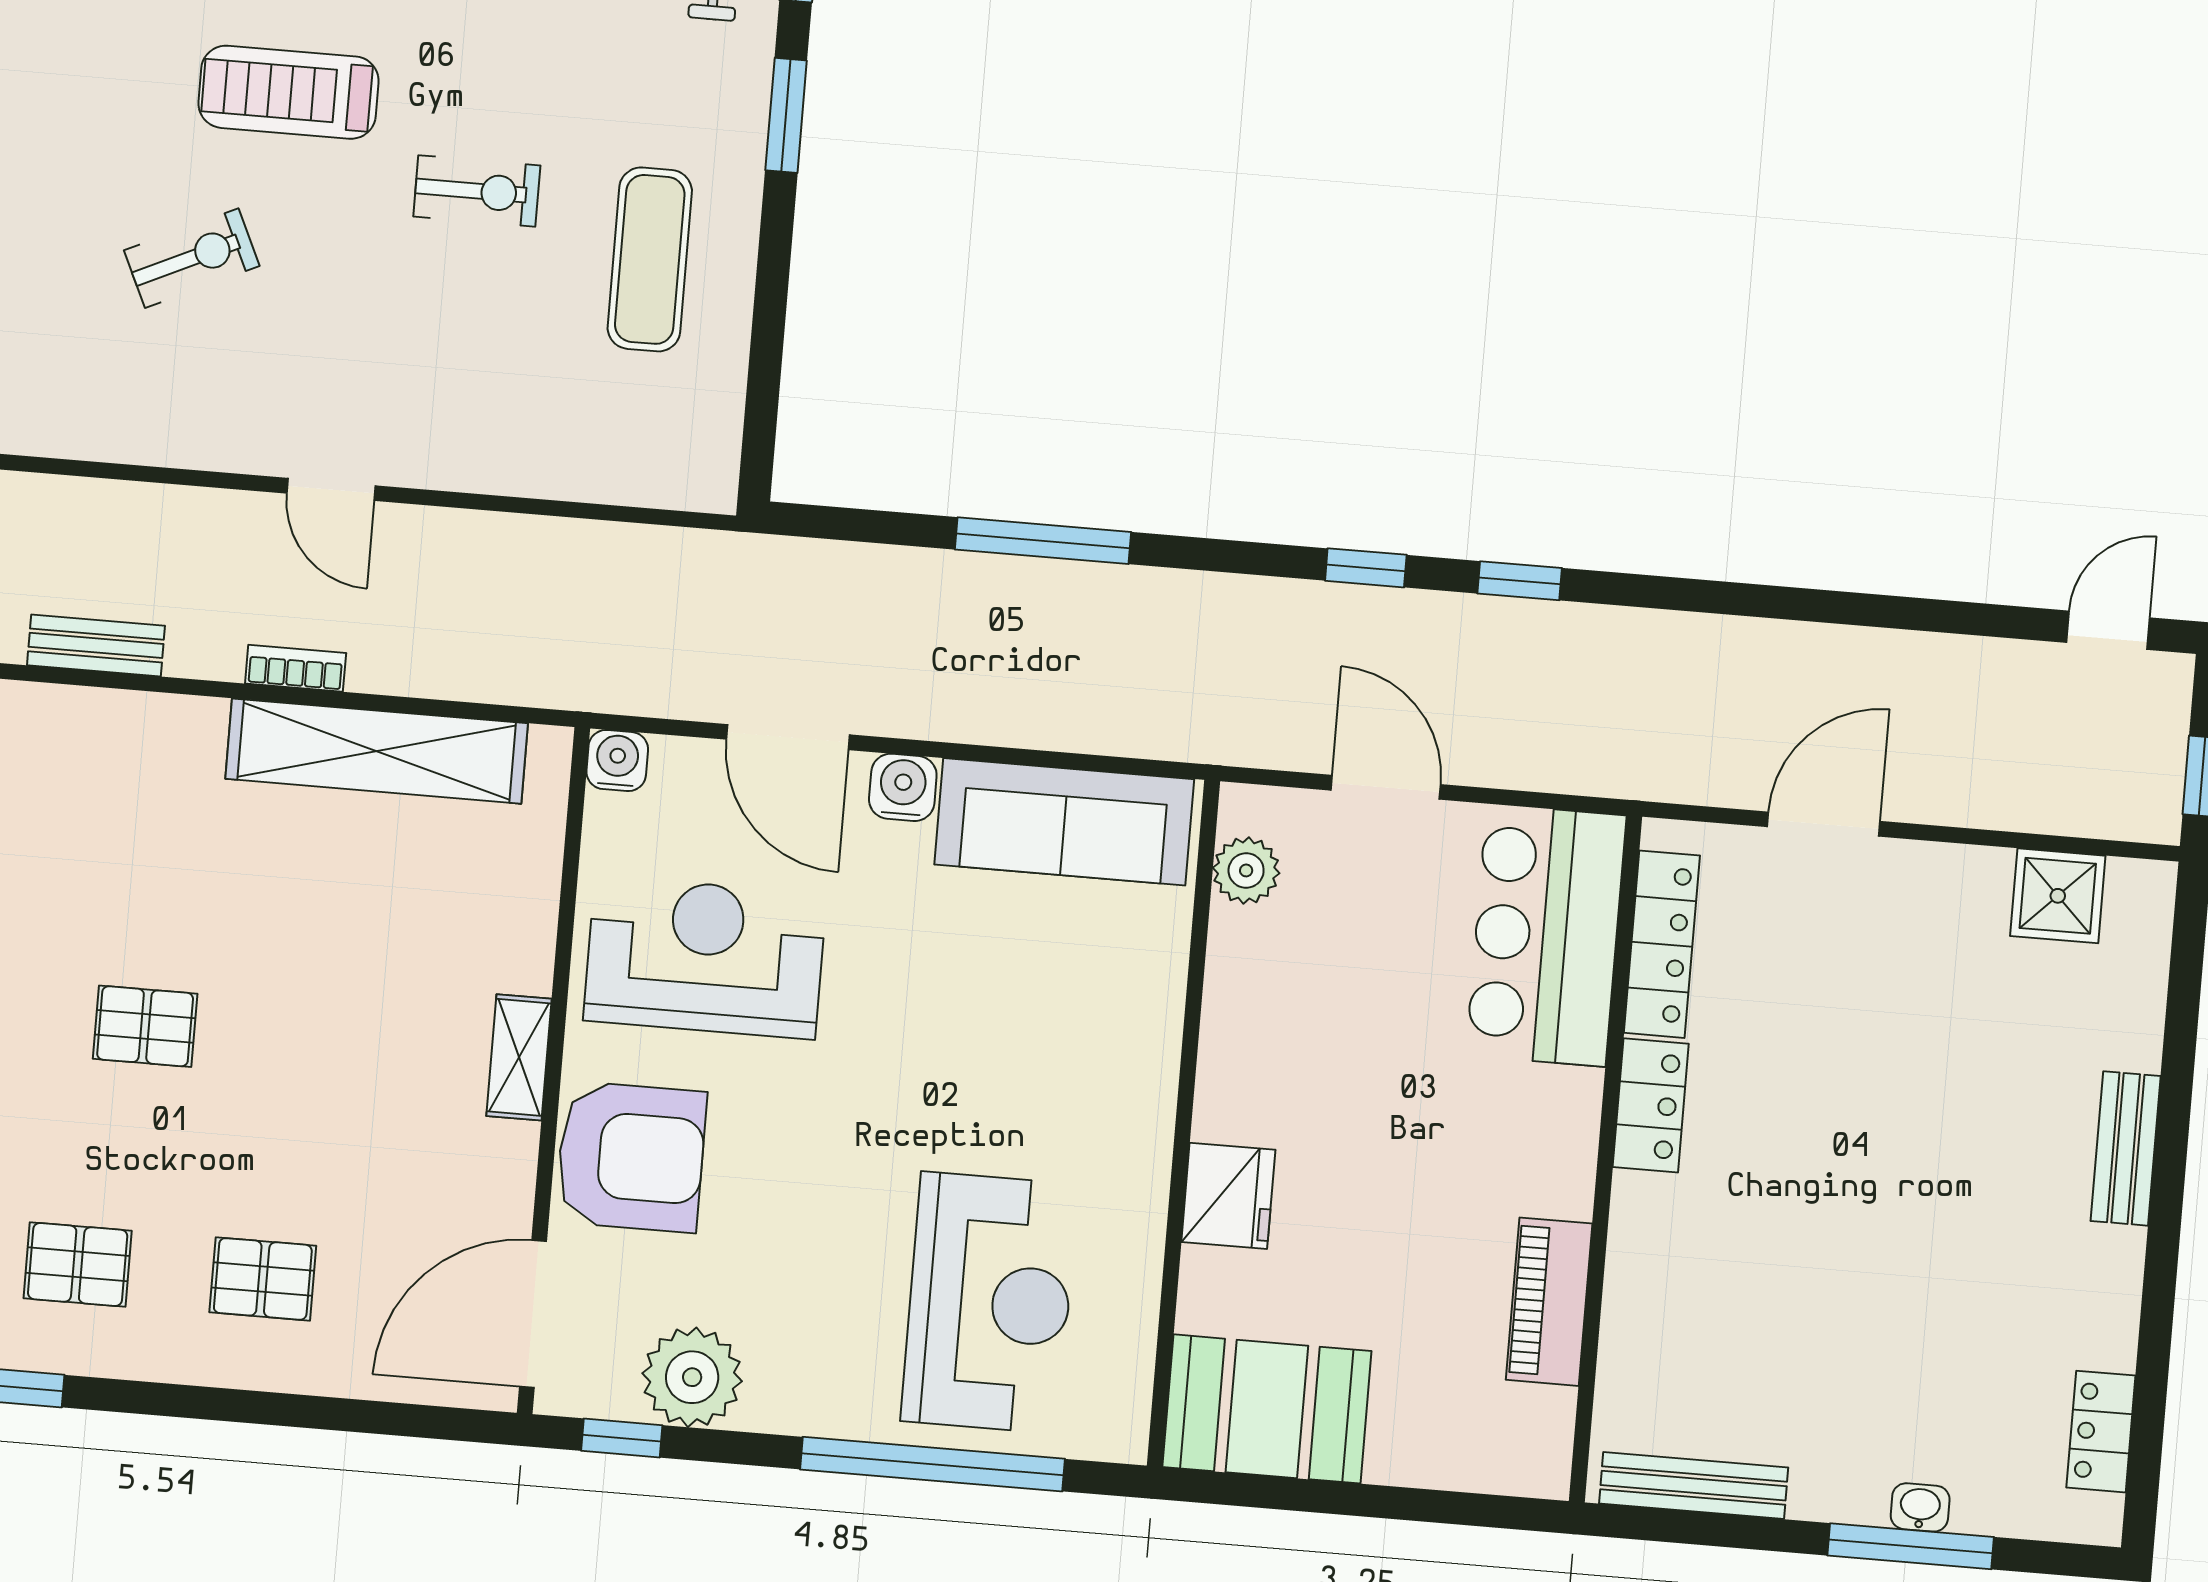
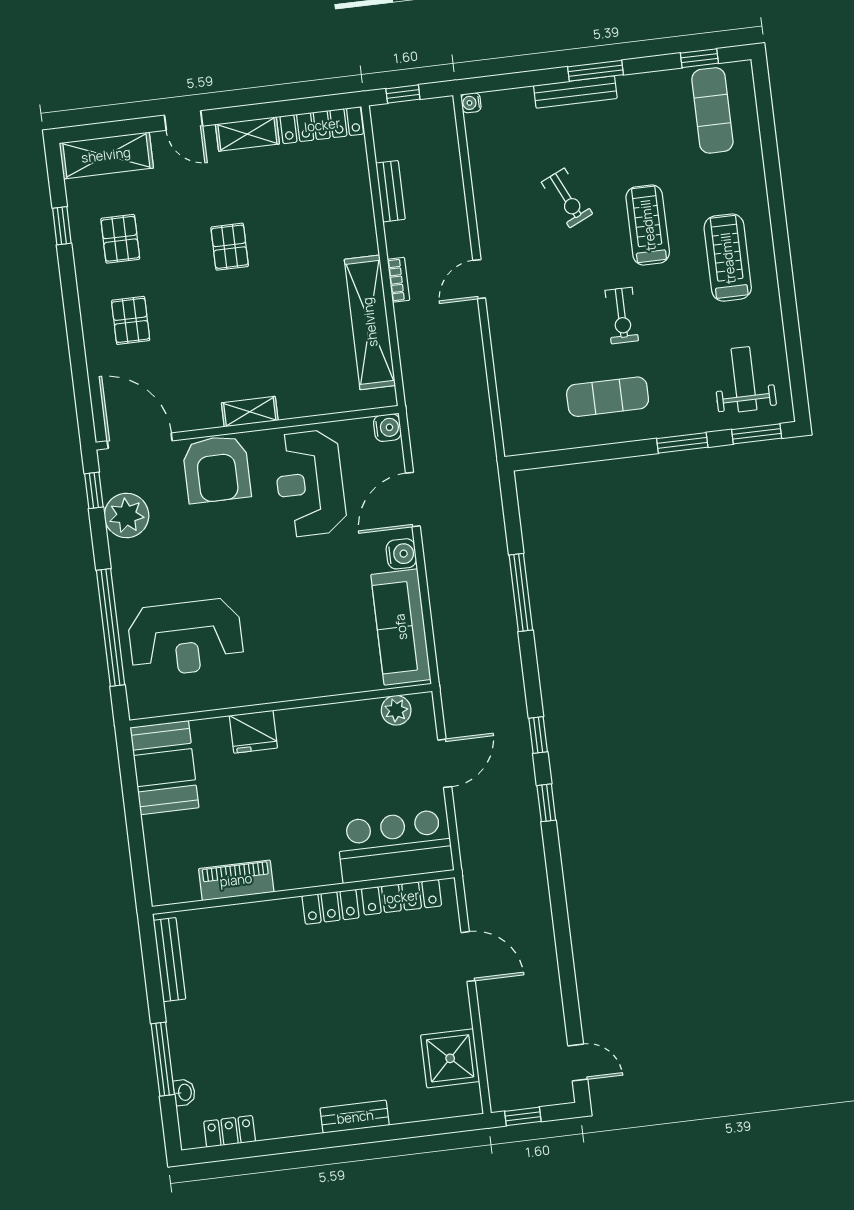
shower: (2058, 896) -> (450, 1058), width x1.36, depth x1.36
reception desk: (705, 957) -> (310, 483), turned 180
washbasin: (1920, 1507) -> (184, 1092), moved

